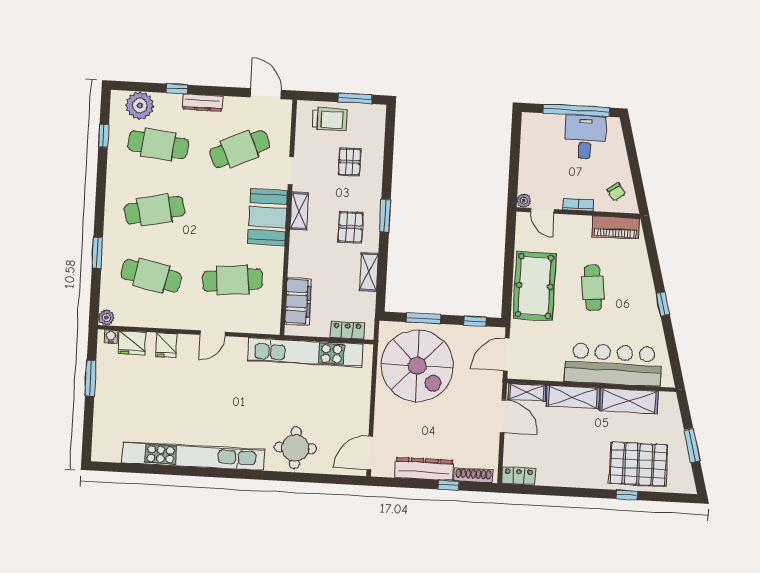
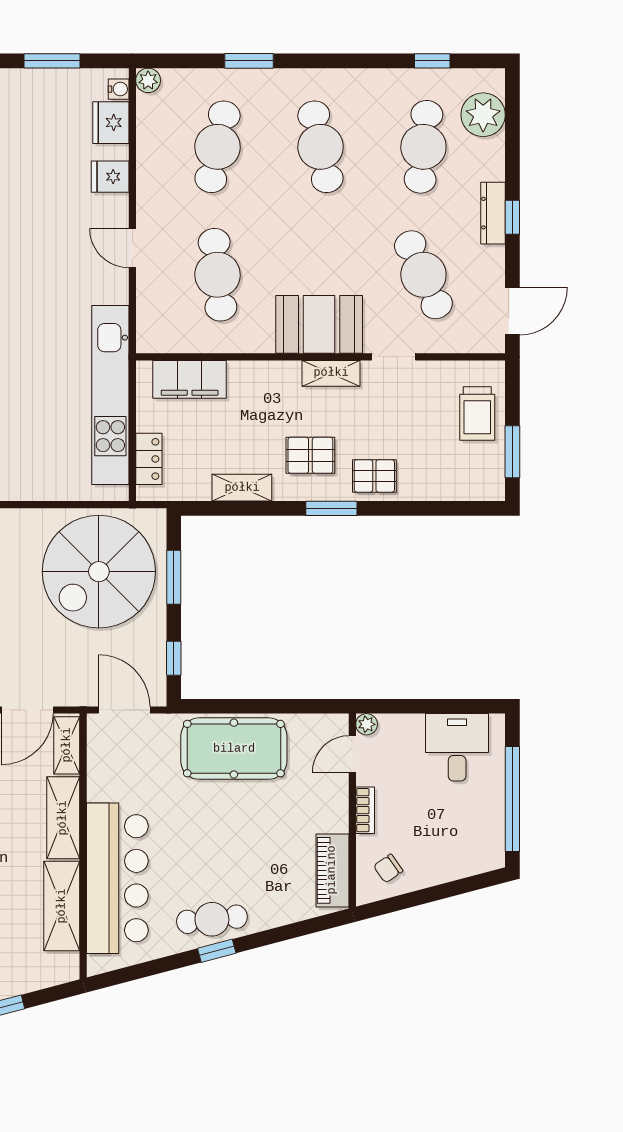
window: (177, 89) -> (512, 217), moved
desk: (585, 137) -> (457, 747), moved, turned -90
pallet: (350, 162) -> (374, 476), moved
cafe table: (593, 288) -> (212, 919), moved

